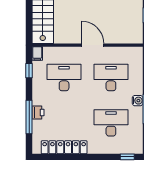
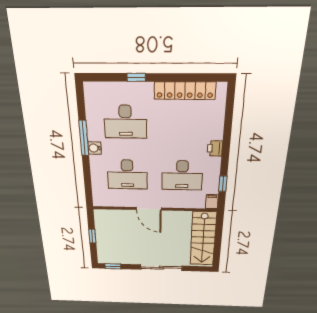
printer: (38, 113) -> (215, 148), moved
window: (29, 117) -> (228, 130), removed
window: (127, 157) -> (136, 77), moved

